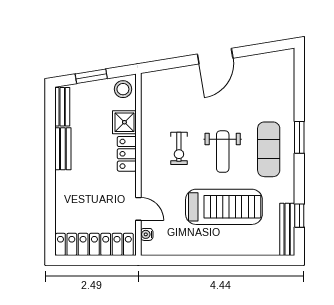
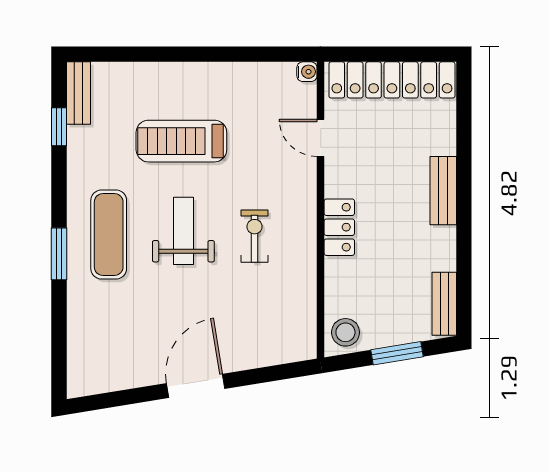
shower: (124, 122) -> (343, 279), removed
bench: (63, 149) -> (443, 191), moved
treadmill: (224, 207) -> (181, 141), width x0.73, depth x0.73
bench: (287, 229) -> (79, 93), width x0.73
water cooler: (147, 234) -> (307, 72), moved

